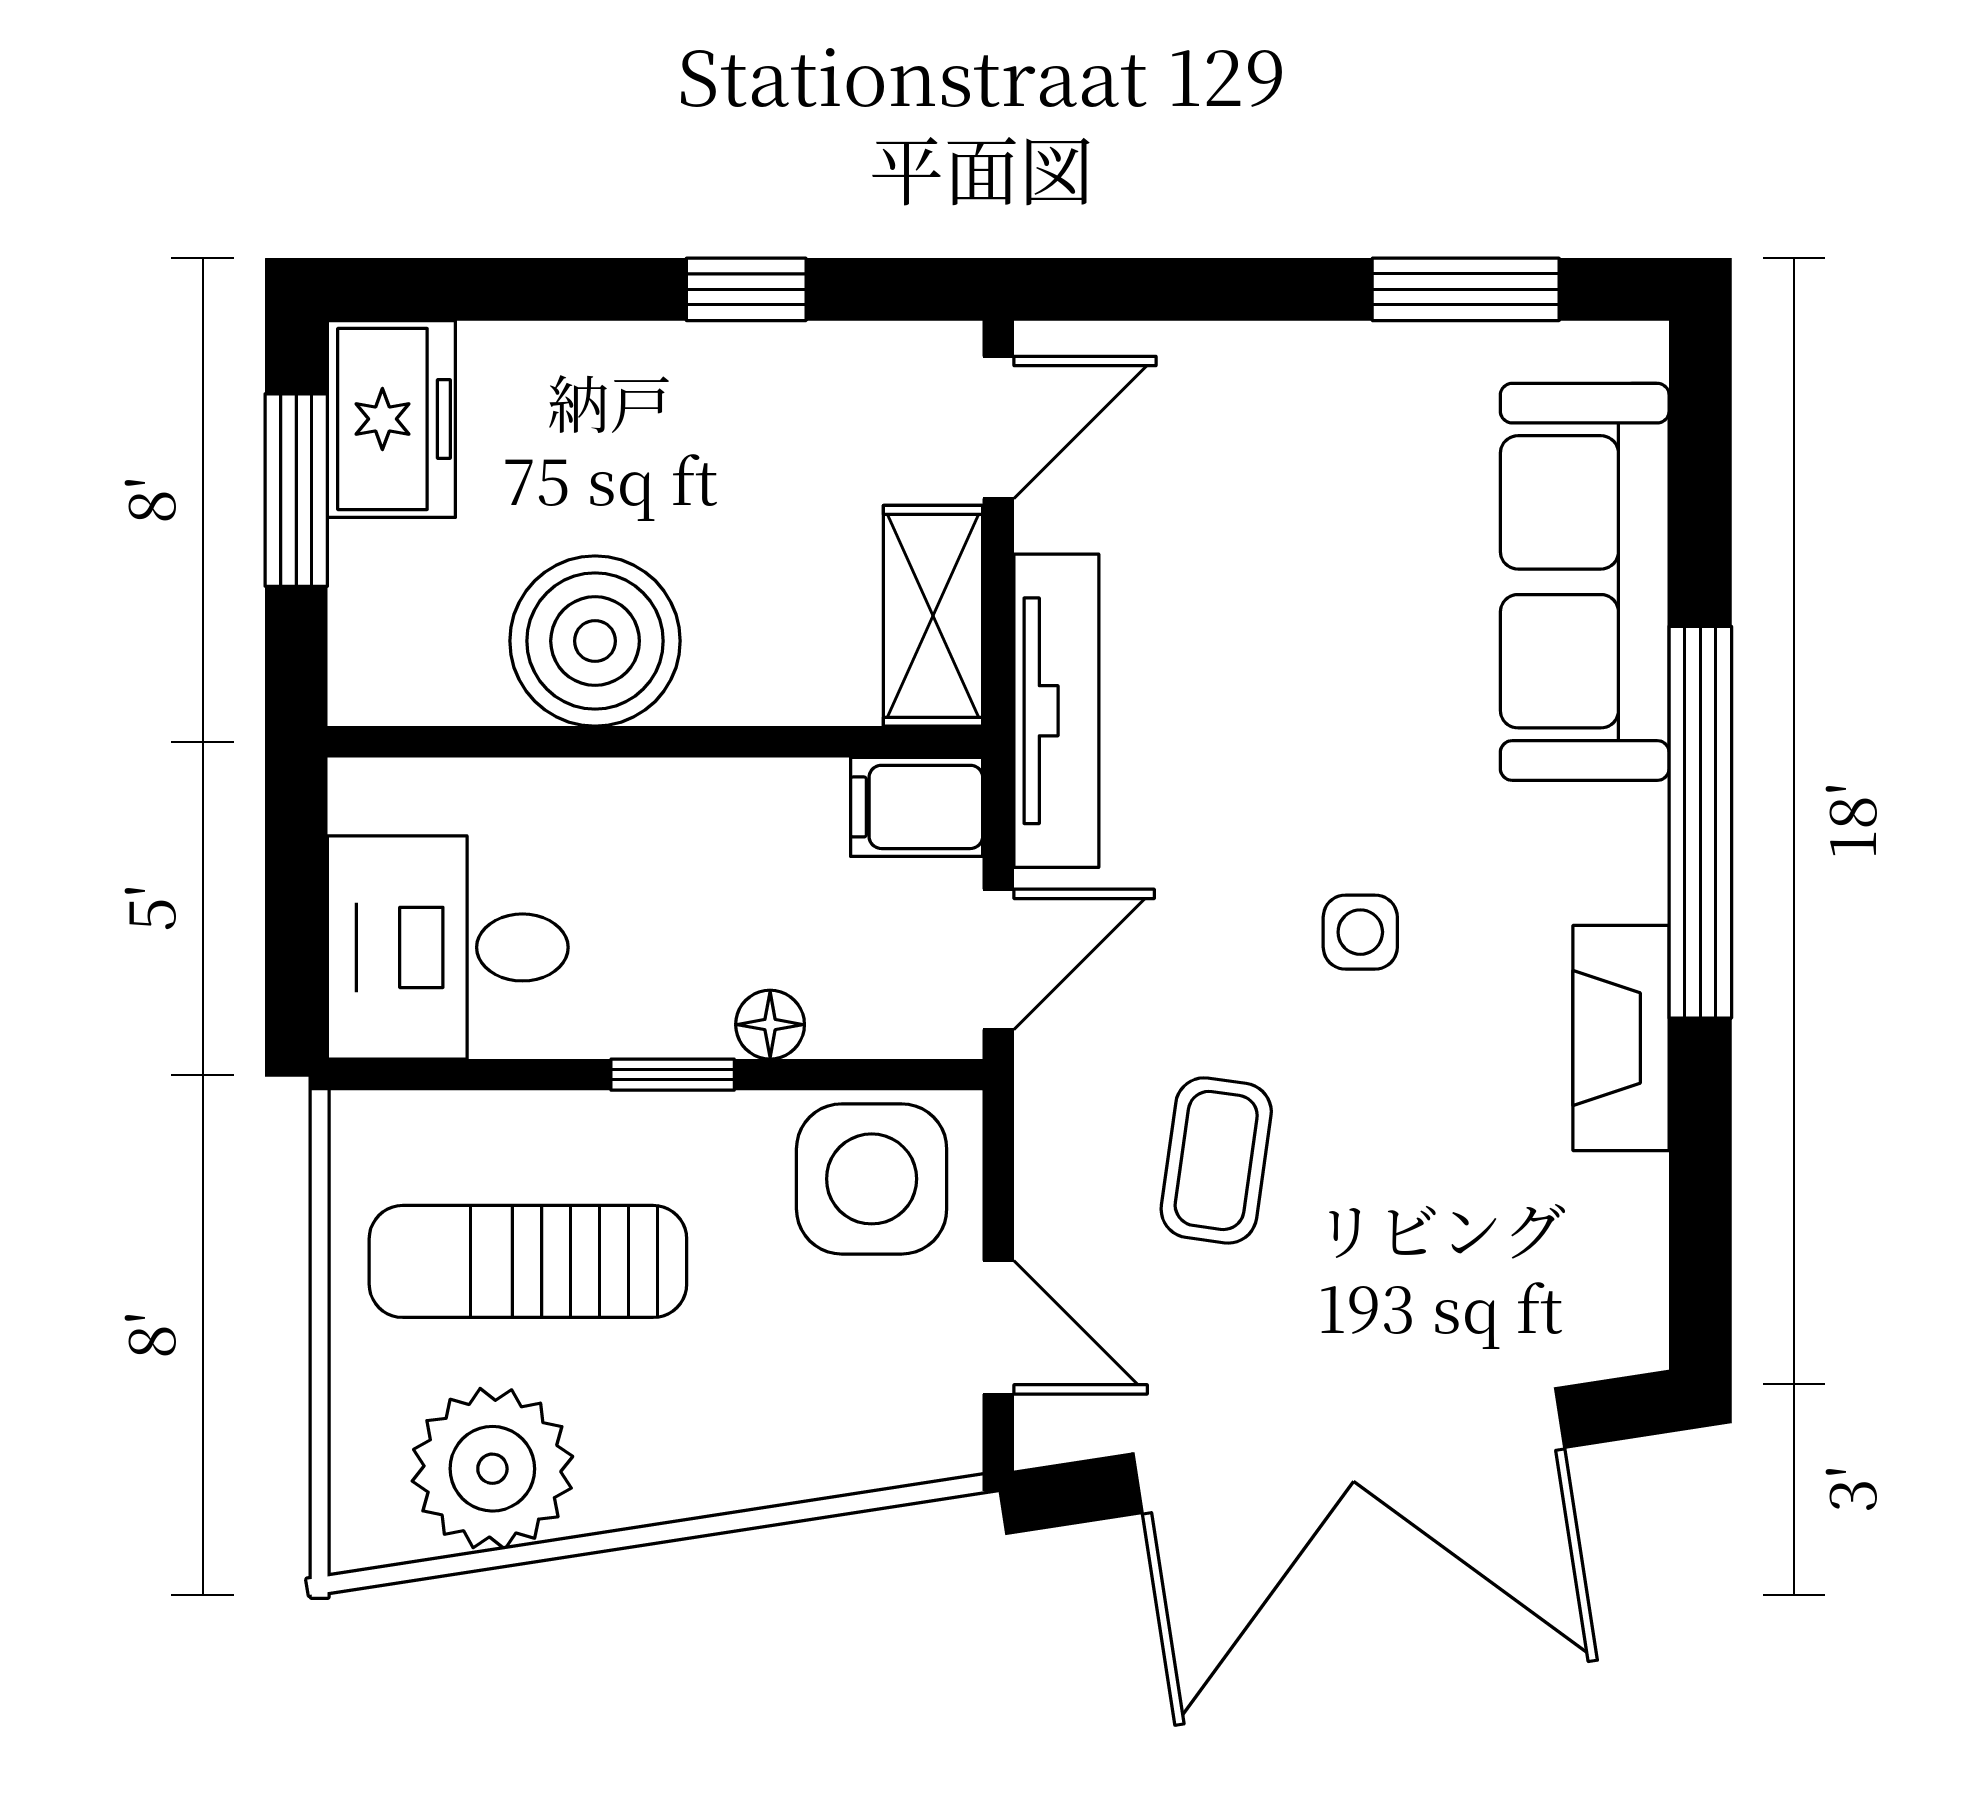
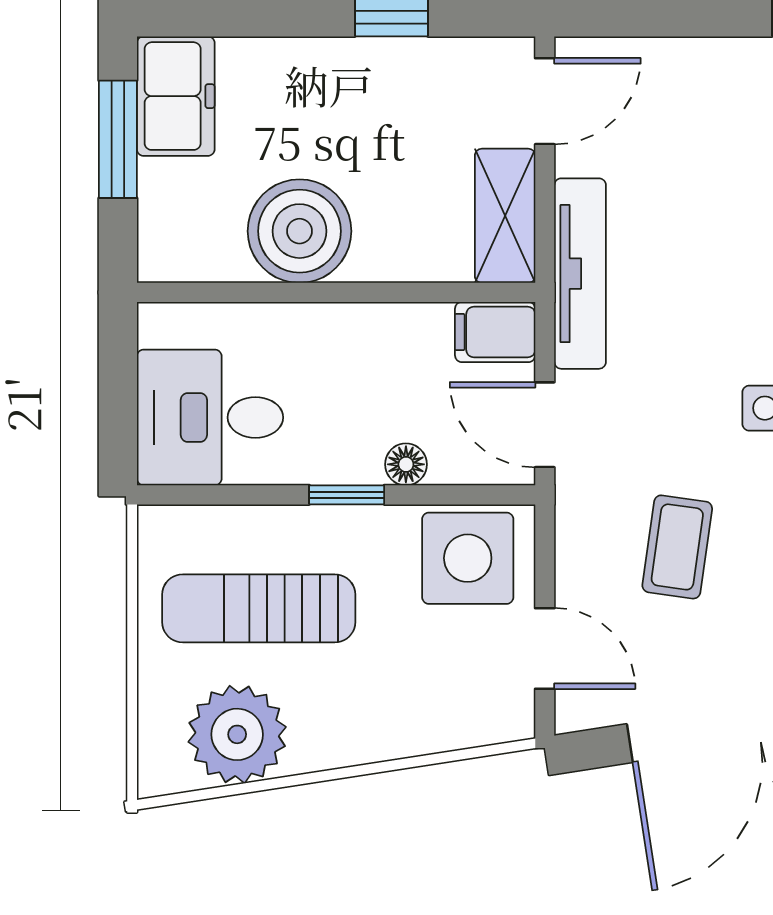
door: (998, 959) -> (545, 425), swing flipped

